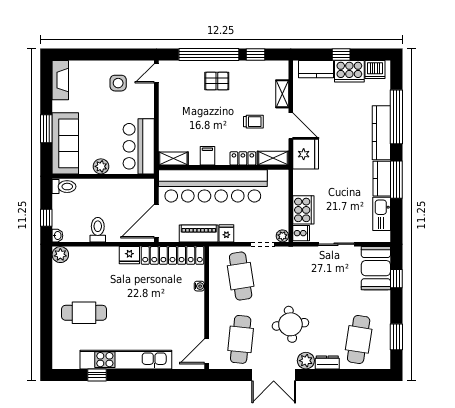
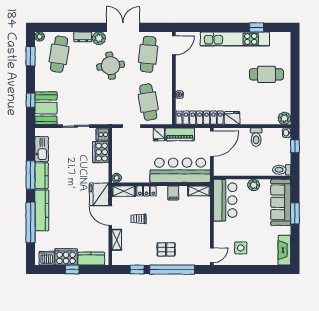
bar counter: (213, 186) -> (180, 170), width x0.73
plant: (282, 236) -> (117, 178), moved
plant: (384, 363) -> (40, 37), added

